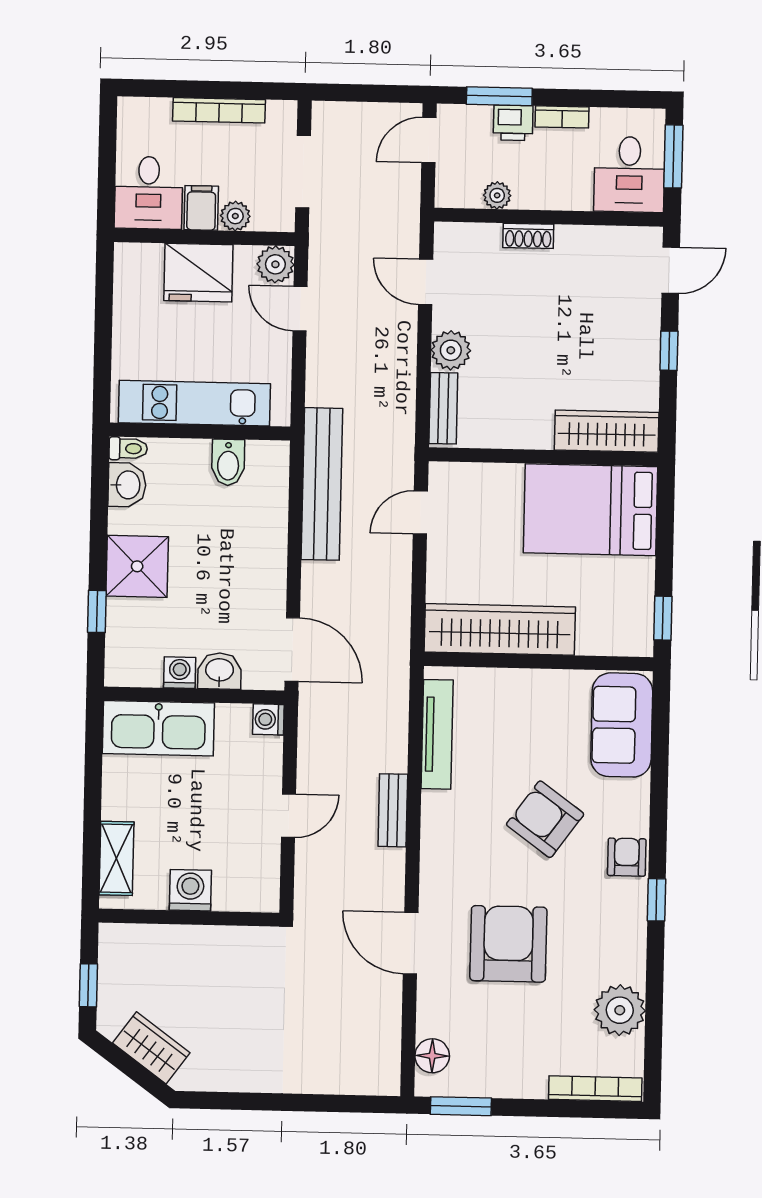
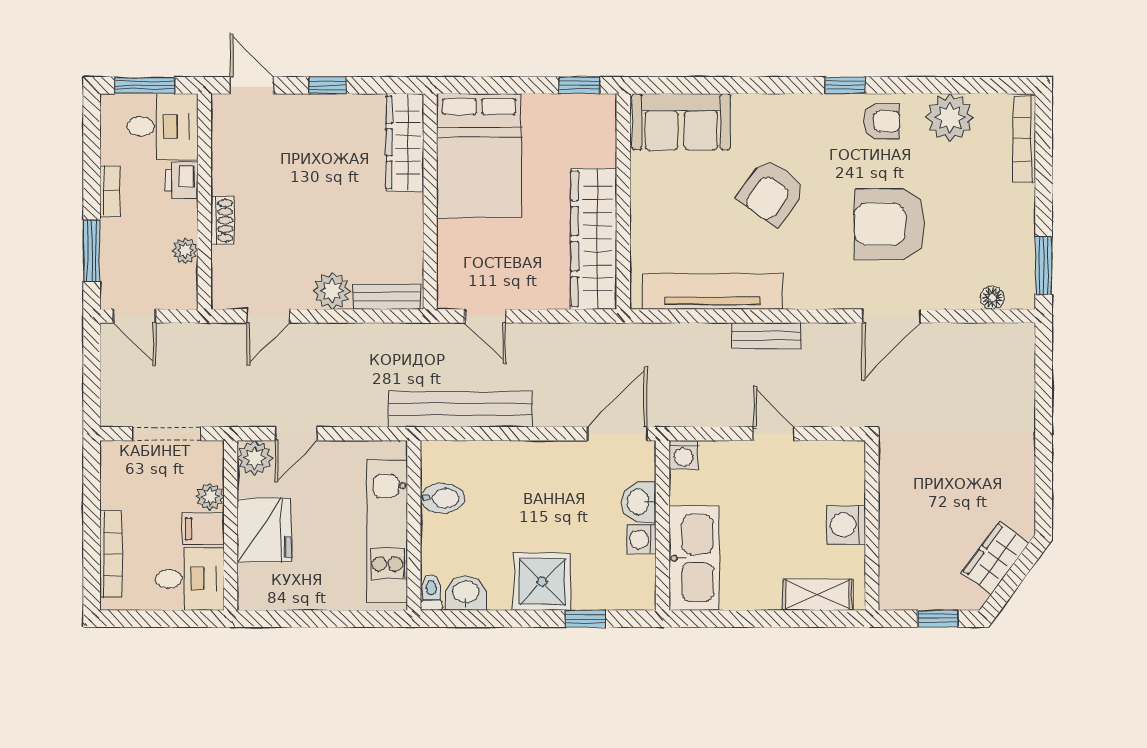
bookcase: (219, 110) -> (111, 554), moved
printer: (513, 123) -> (181, 180), moved, turned 180
tv unit: (437, 734) -> (712, 291), width x1.36, depth x1.29
armchair: (627, 857) -> (882, 121), moved, turned 180
floor lamp: (432, 1056) -> (992, 298), width x0.73, depth x0.73

